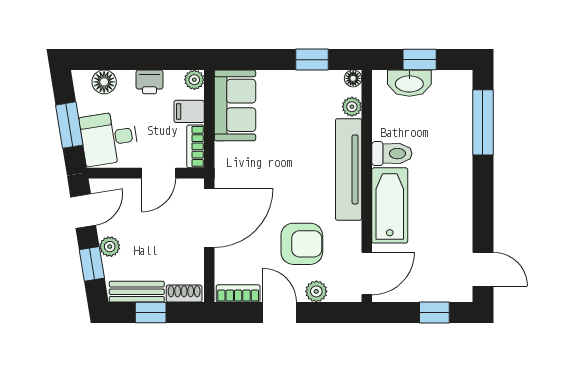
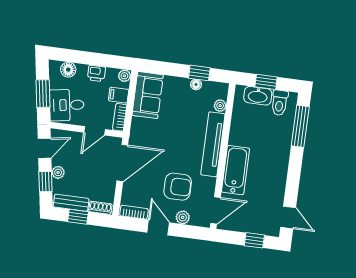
floor lamp: (353, 78) -> (196, 84), moved
toilet: (392, 154) -> (280, 103), moved, turned 90

